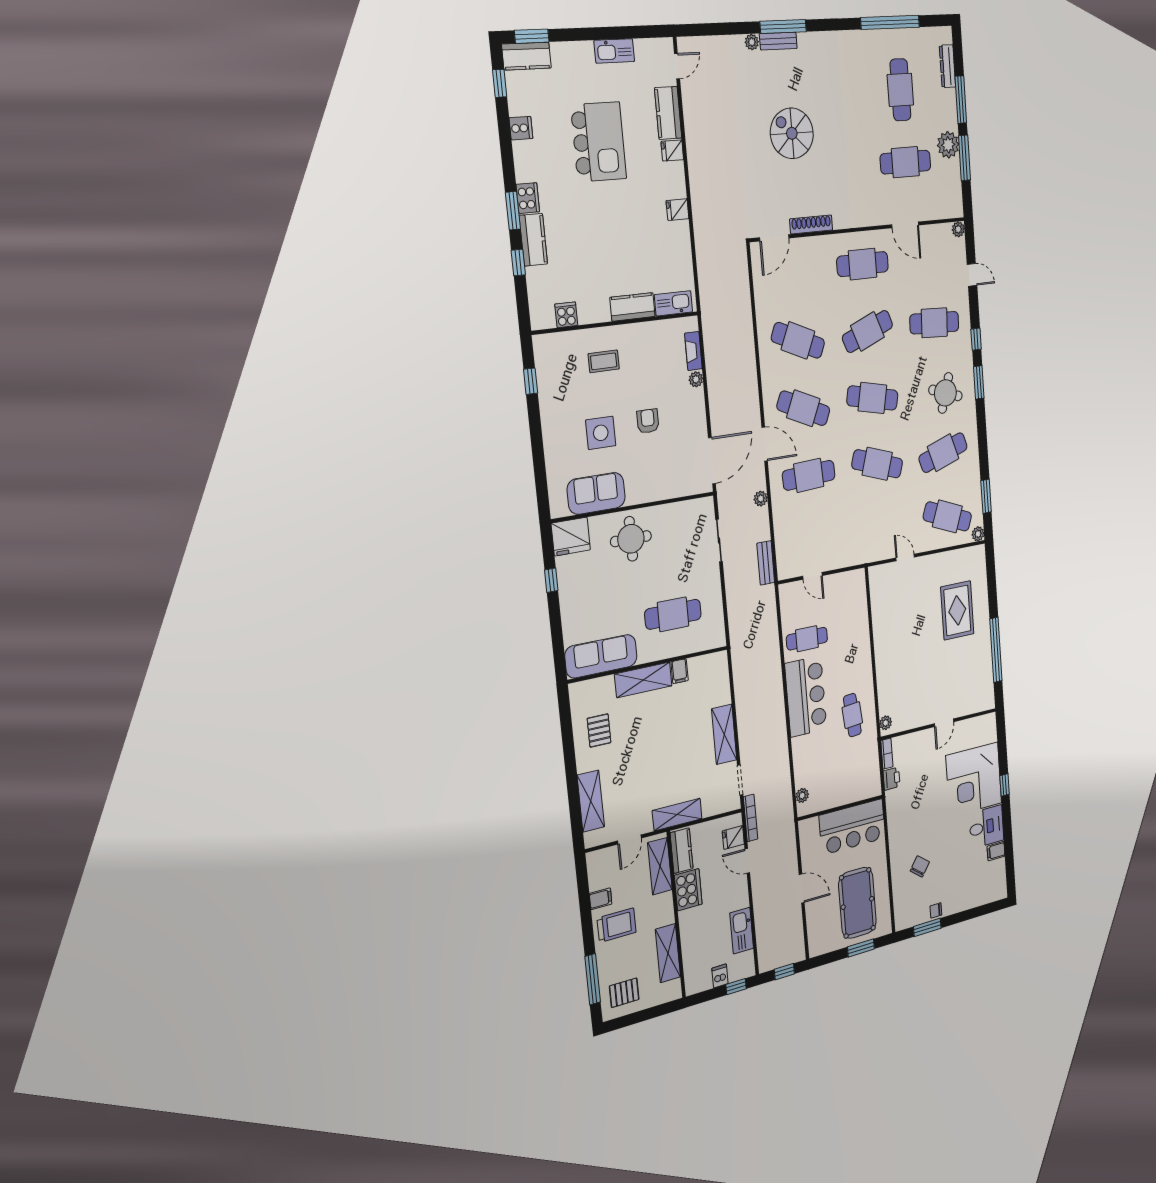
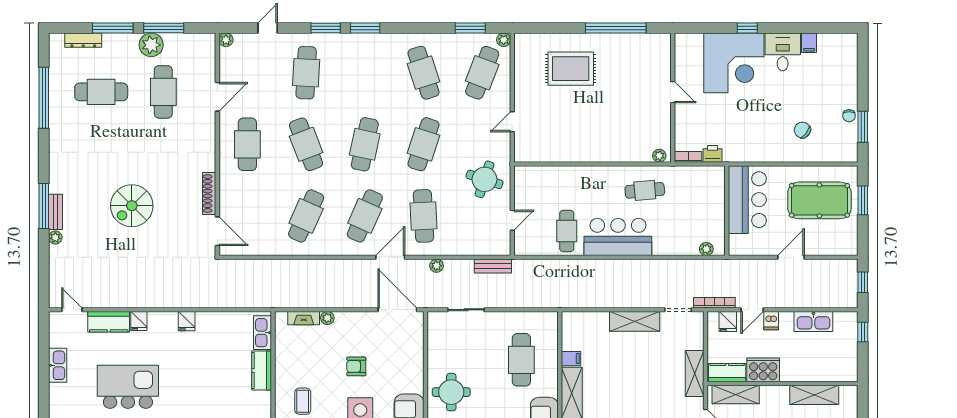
window: (976, 339) -> (326, 28), width x1.50
round table: (945, 393) -> (485, 179), moved
dishwasher: (720, 976) -> (771, 321), moved, turned -90

